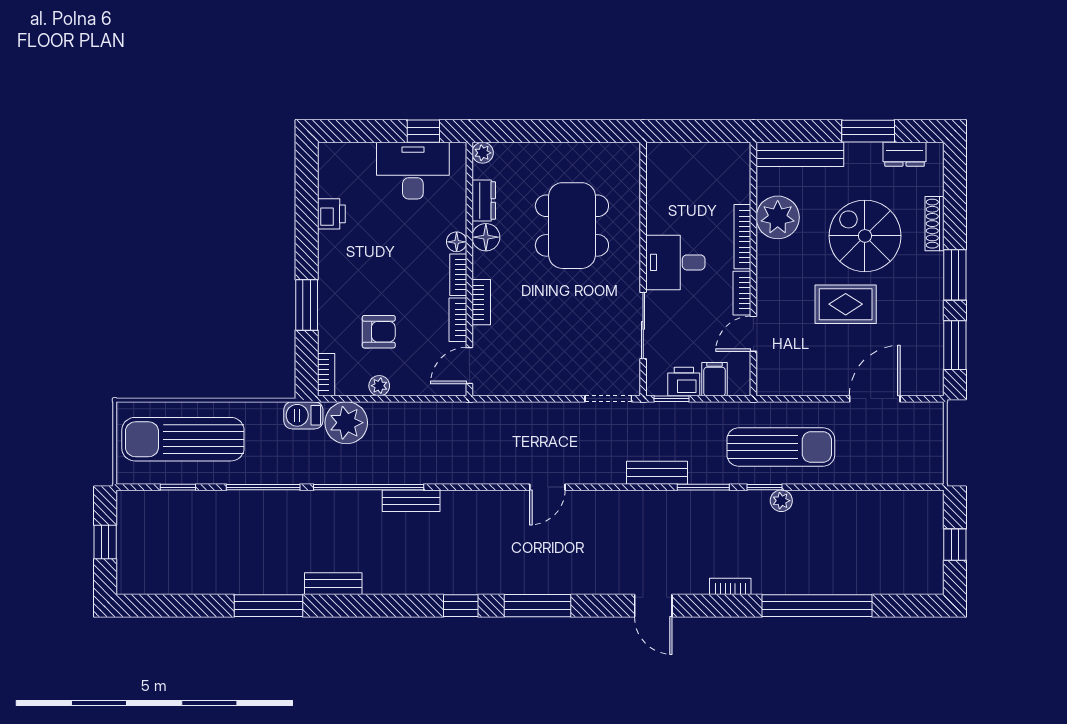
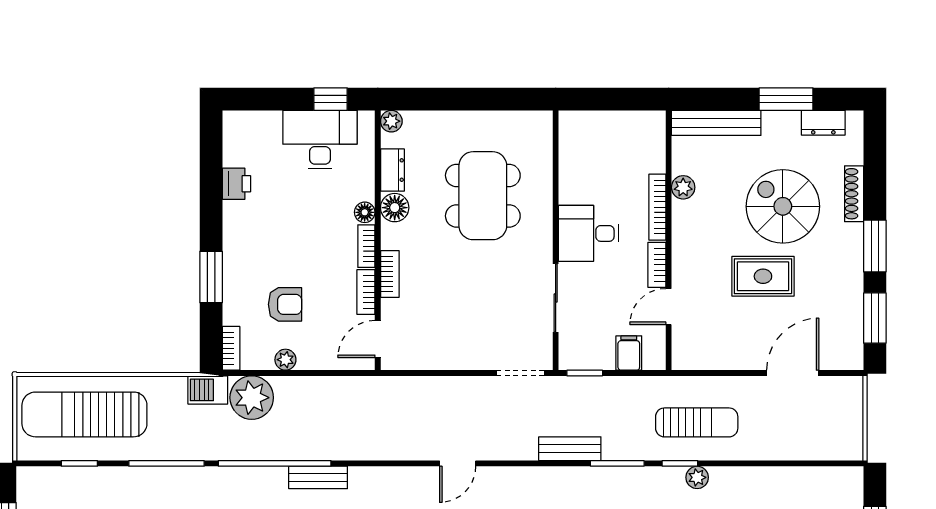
plant: (778, 217) -> (683, 187), width x0.53, depth x0.53
printer: (684, 382) -> (597, 355), removed
sun lounger: (781, 447) -> (697, 422), width x0.73, depth x0.75

